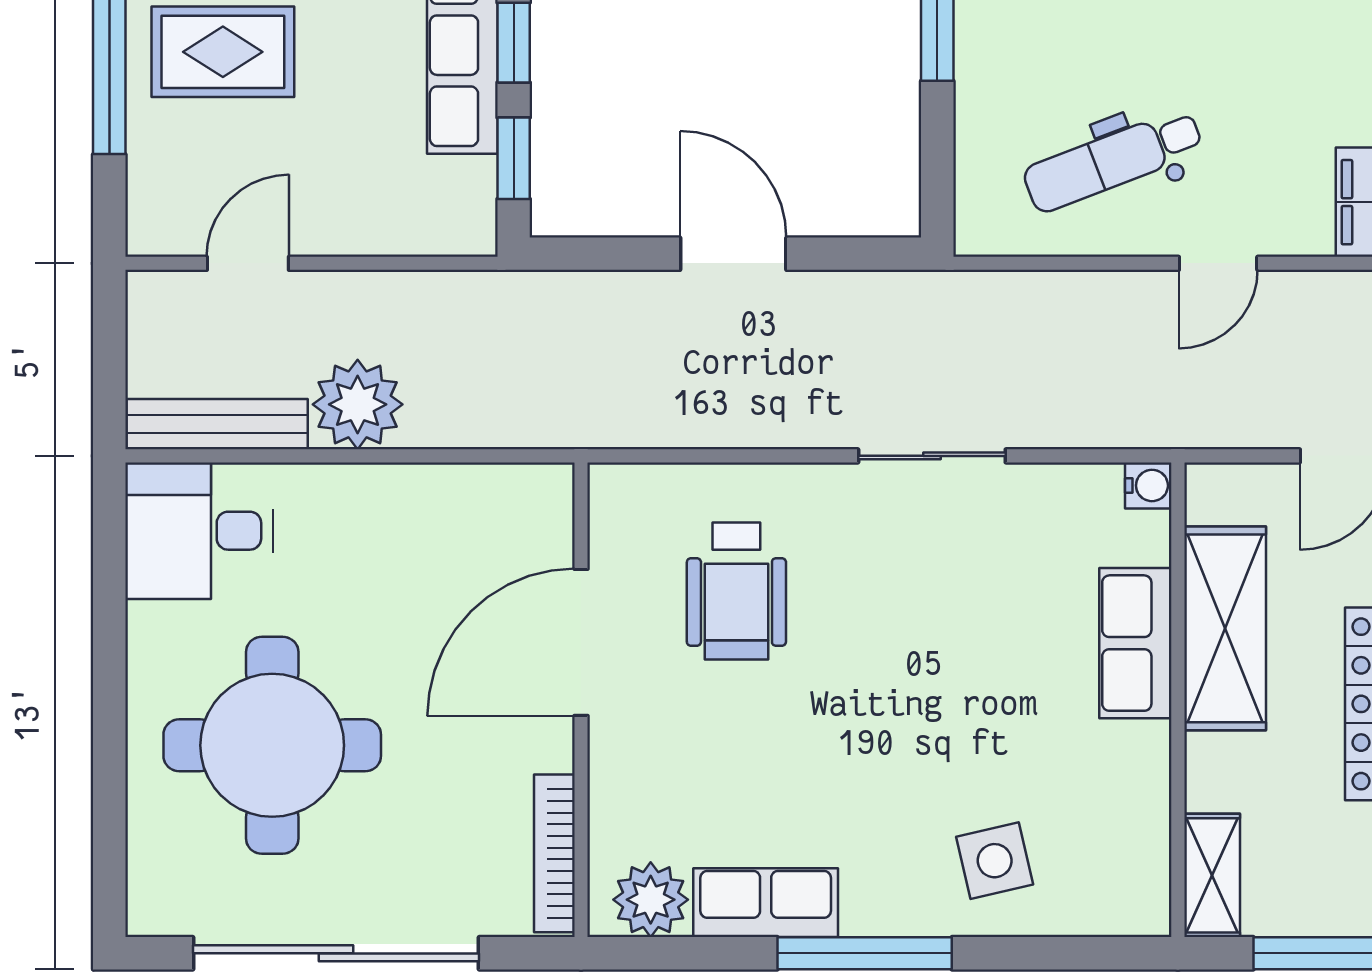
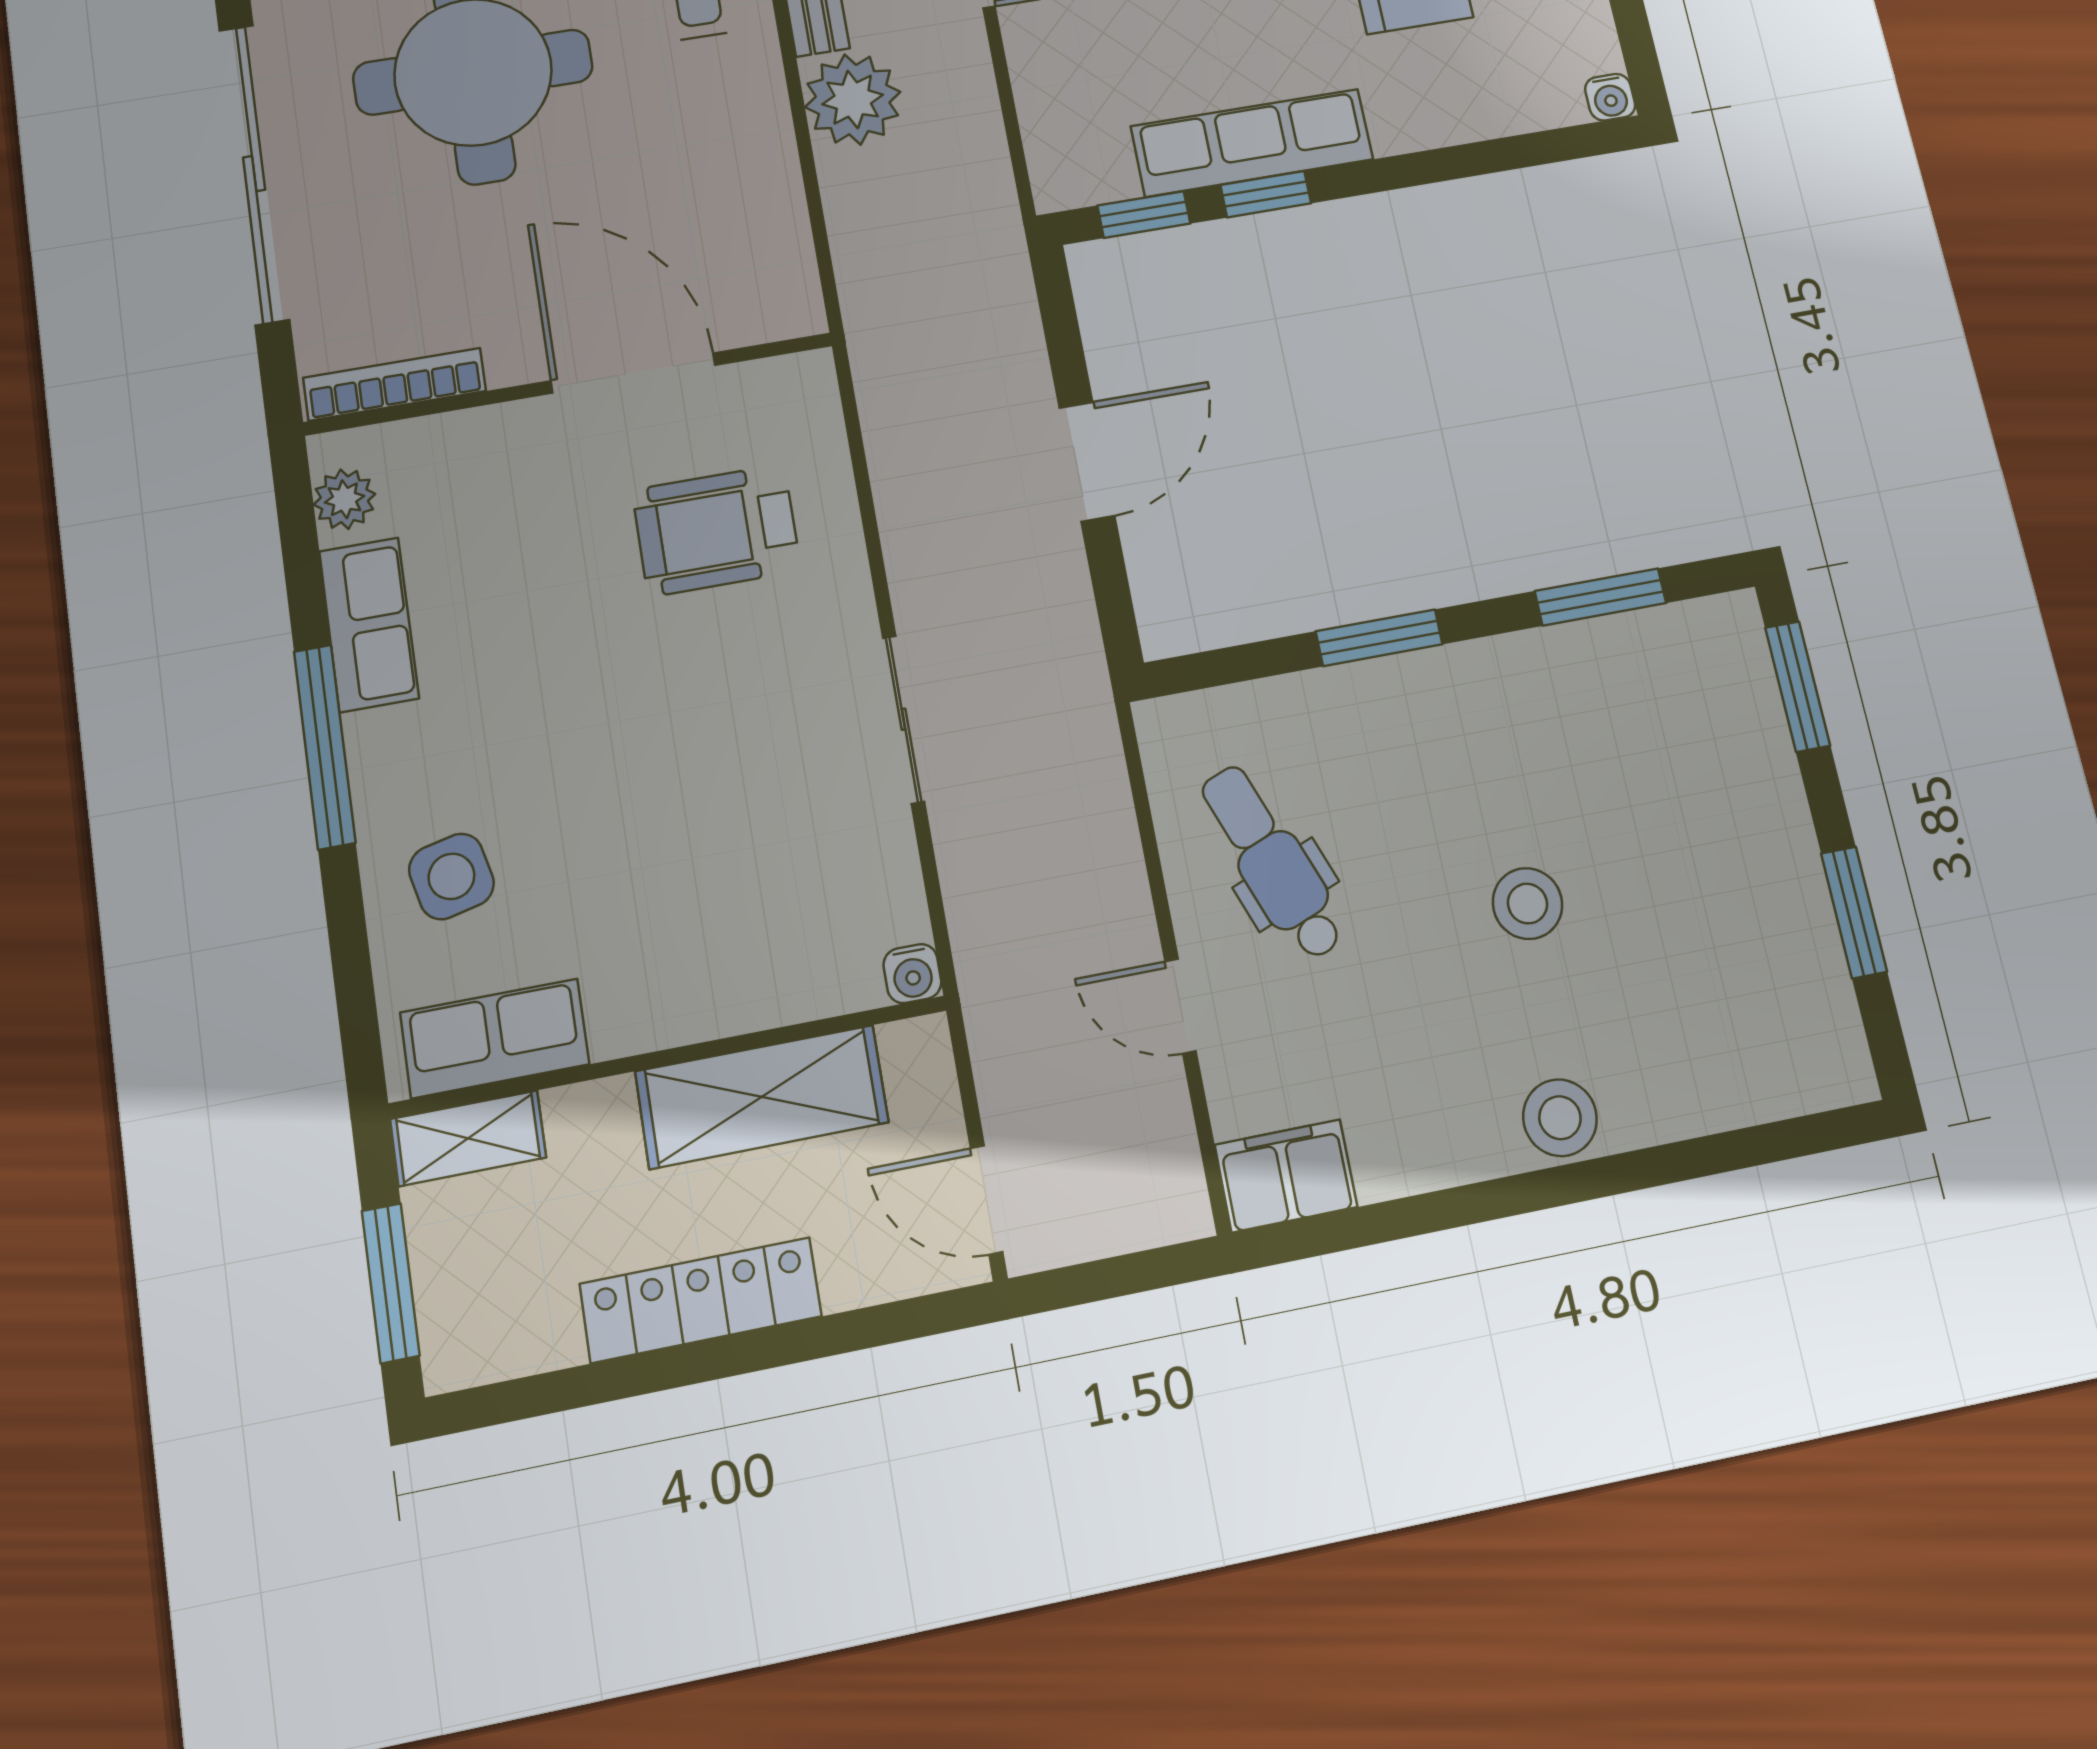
row of seats: (1135, 643) -> (495, 1038), moved
plant: (651, 900) -> (344, 499), width x0.73, depth x0.73

